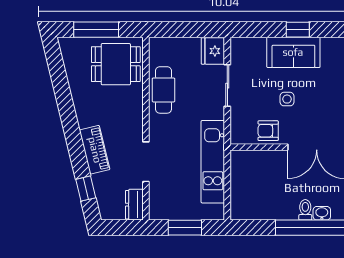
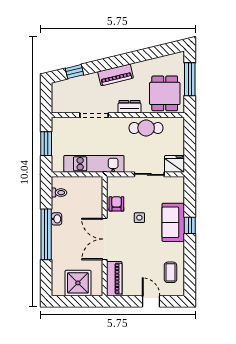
piano: (95, 150) -> (116, 75), moved
dresser: (134, 205) -> (130, 107), moved
toilet: (305, 210) -> (59, 193), moved
washbasin: (322, 213) -> (57, 219), moved

